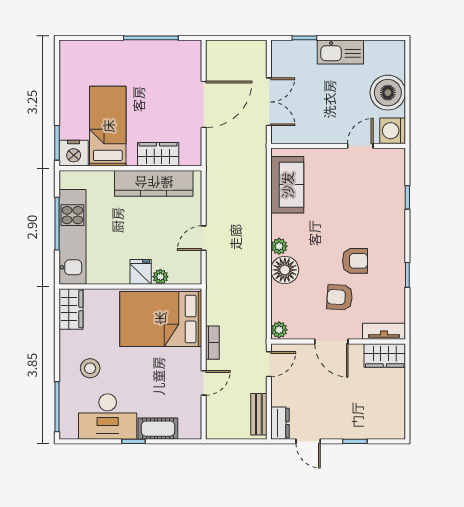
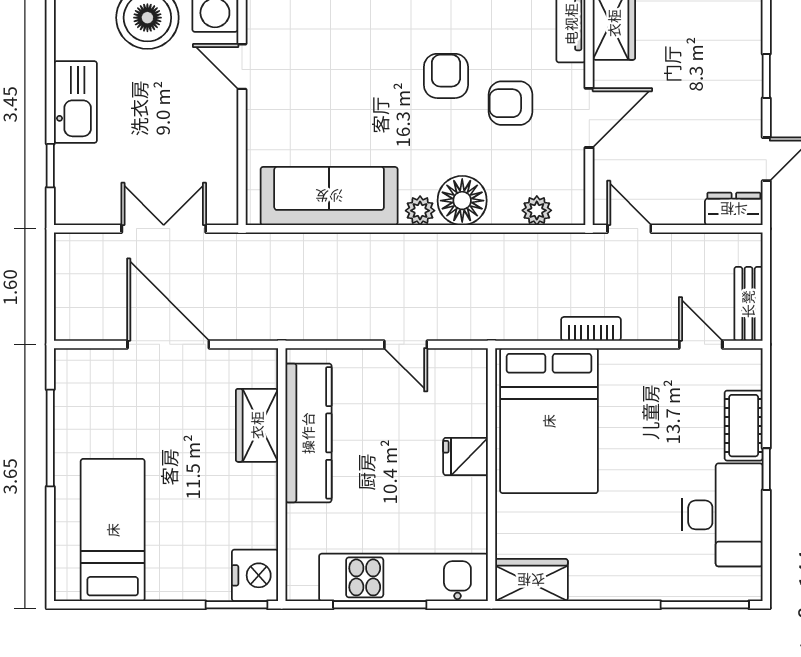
bed: (108, 126) -> (113, 530), moved, turned 90
sofa: (287, 185) -> (329, 196), width x1.36
plant: (160, 277) -> (474, 421), removed
armchair: (340, 297) -> (511, 103), turned 87
plant: (279, 330) -> (537, 210), moved
stool: (90, 368) -> (637, 546), removed
door: (204, 383) -> (701, 344), moved
bench: (259, 414) -> (748, 304), moved, turned 90

